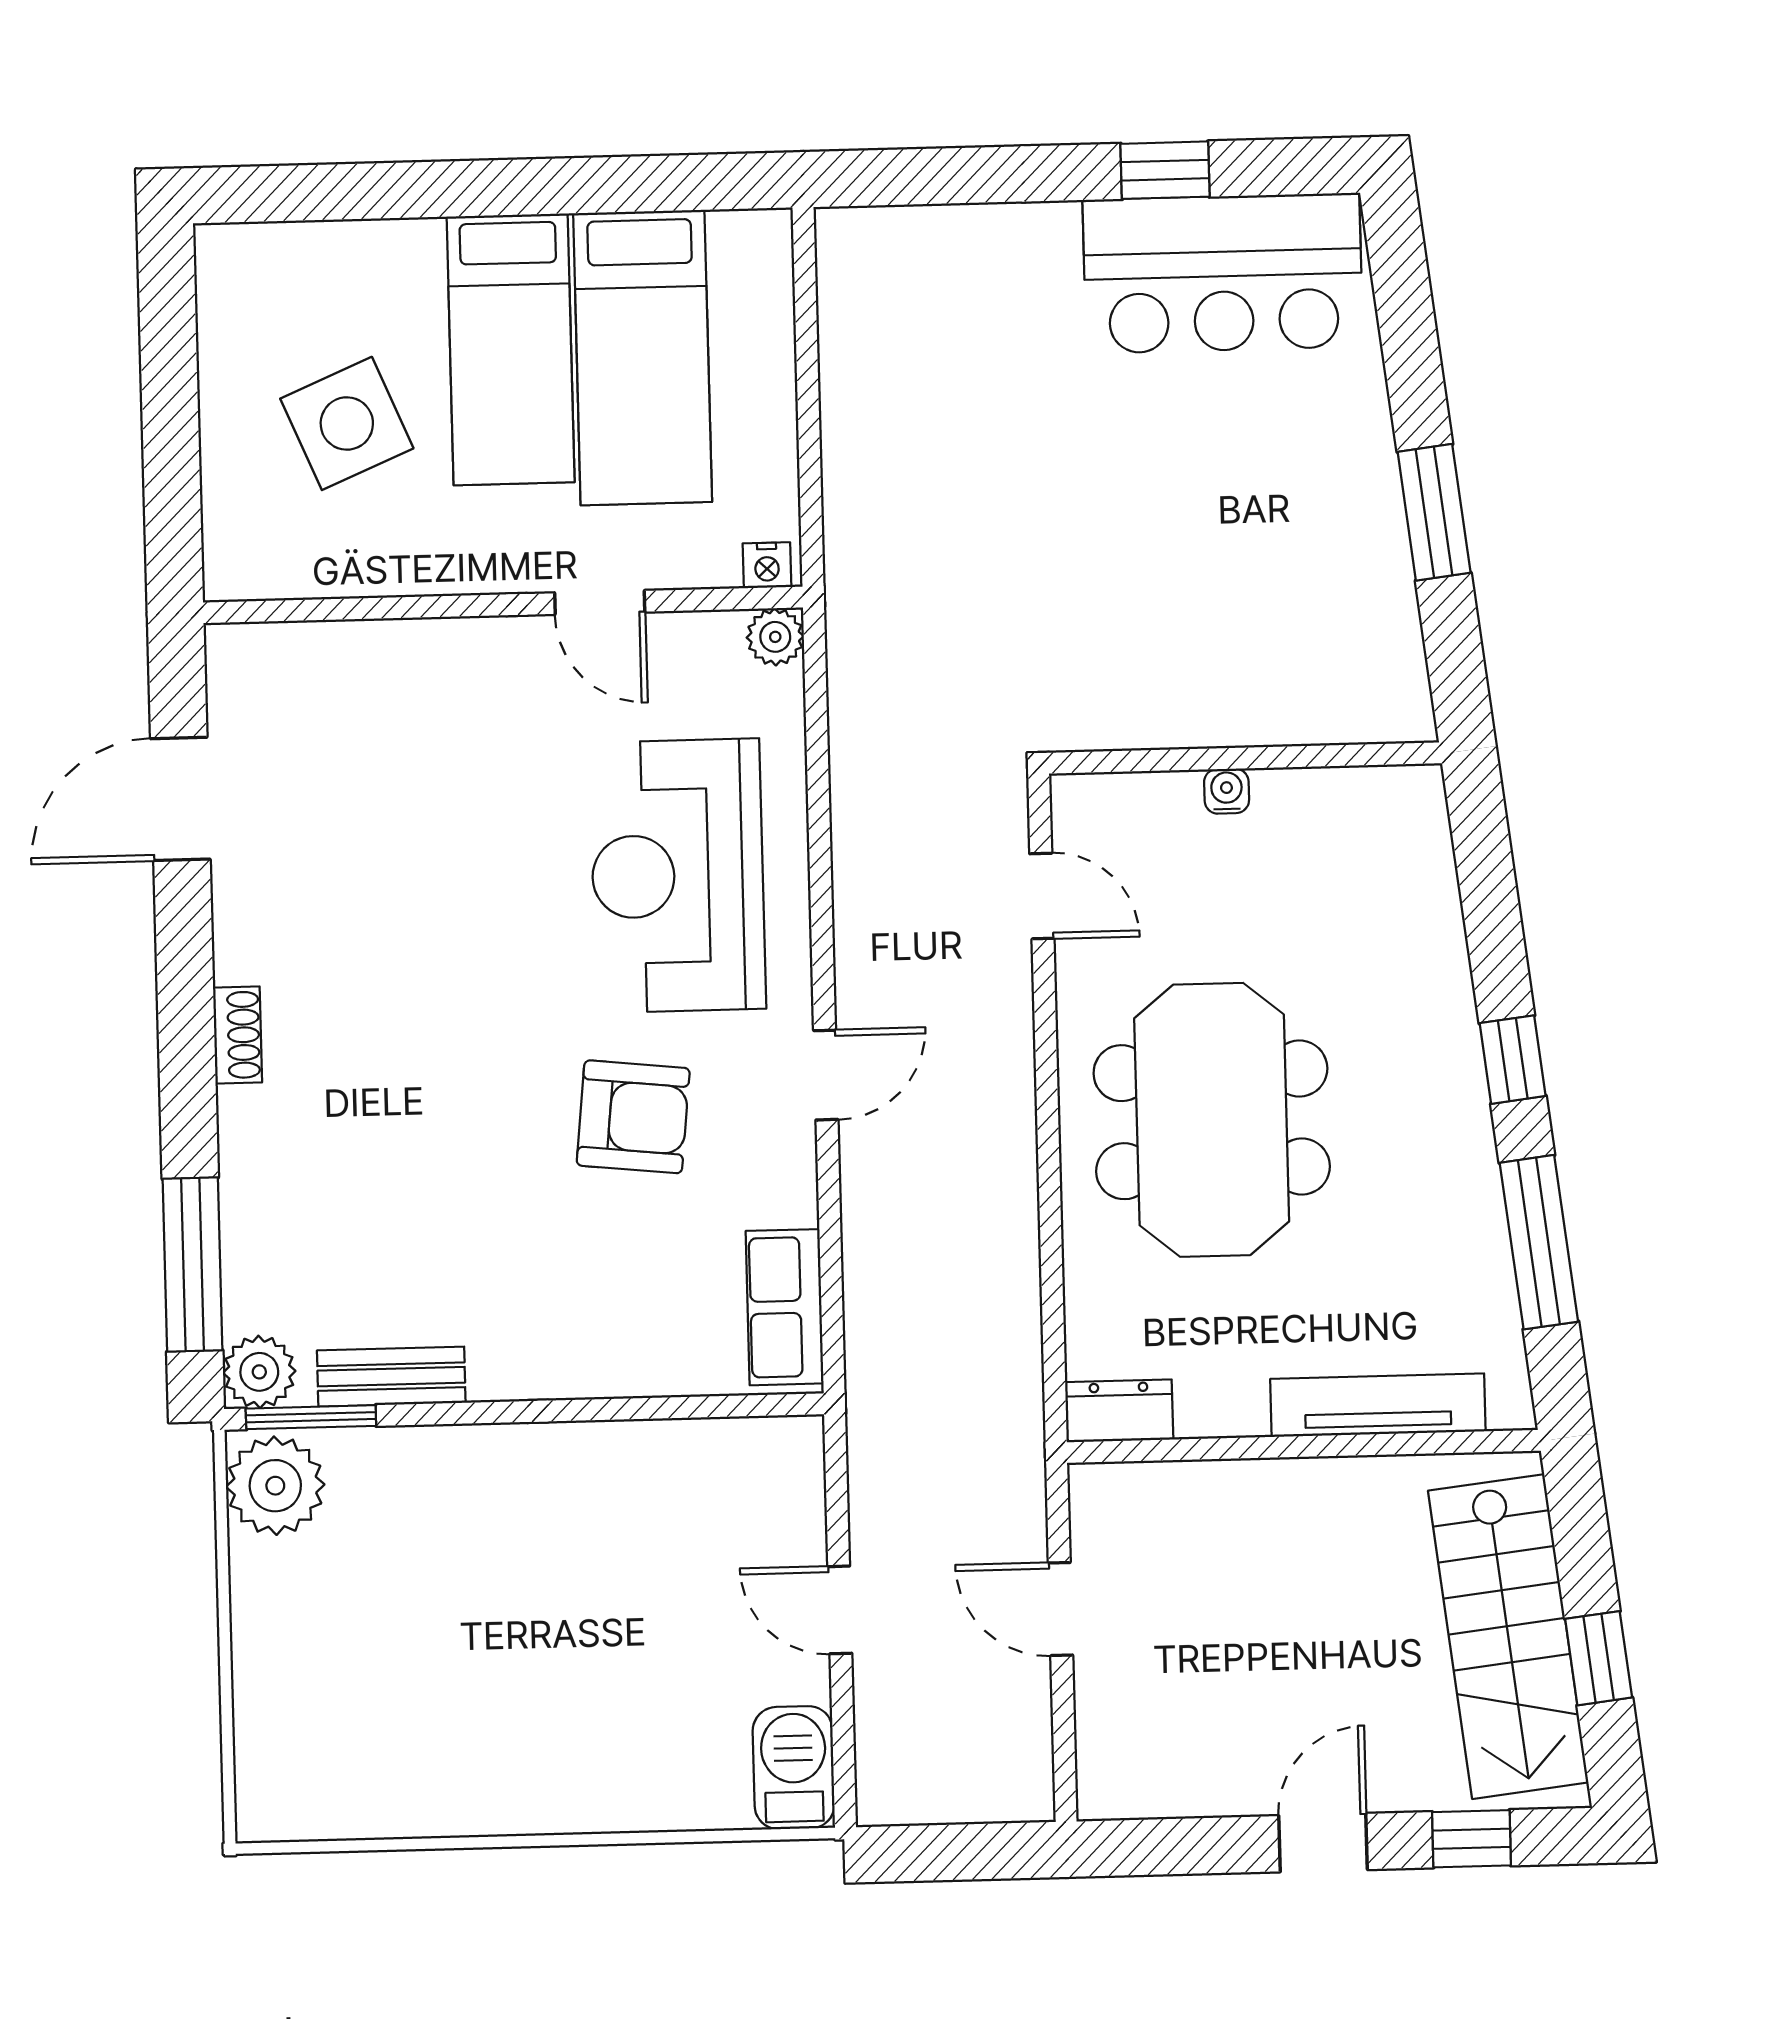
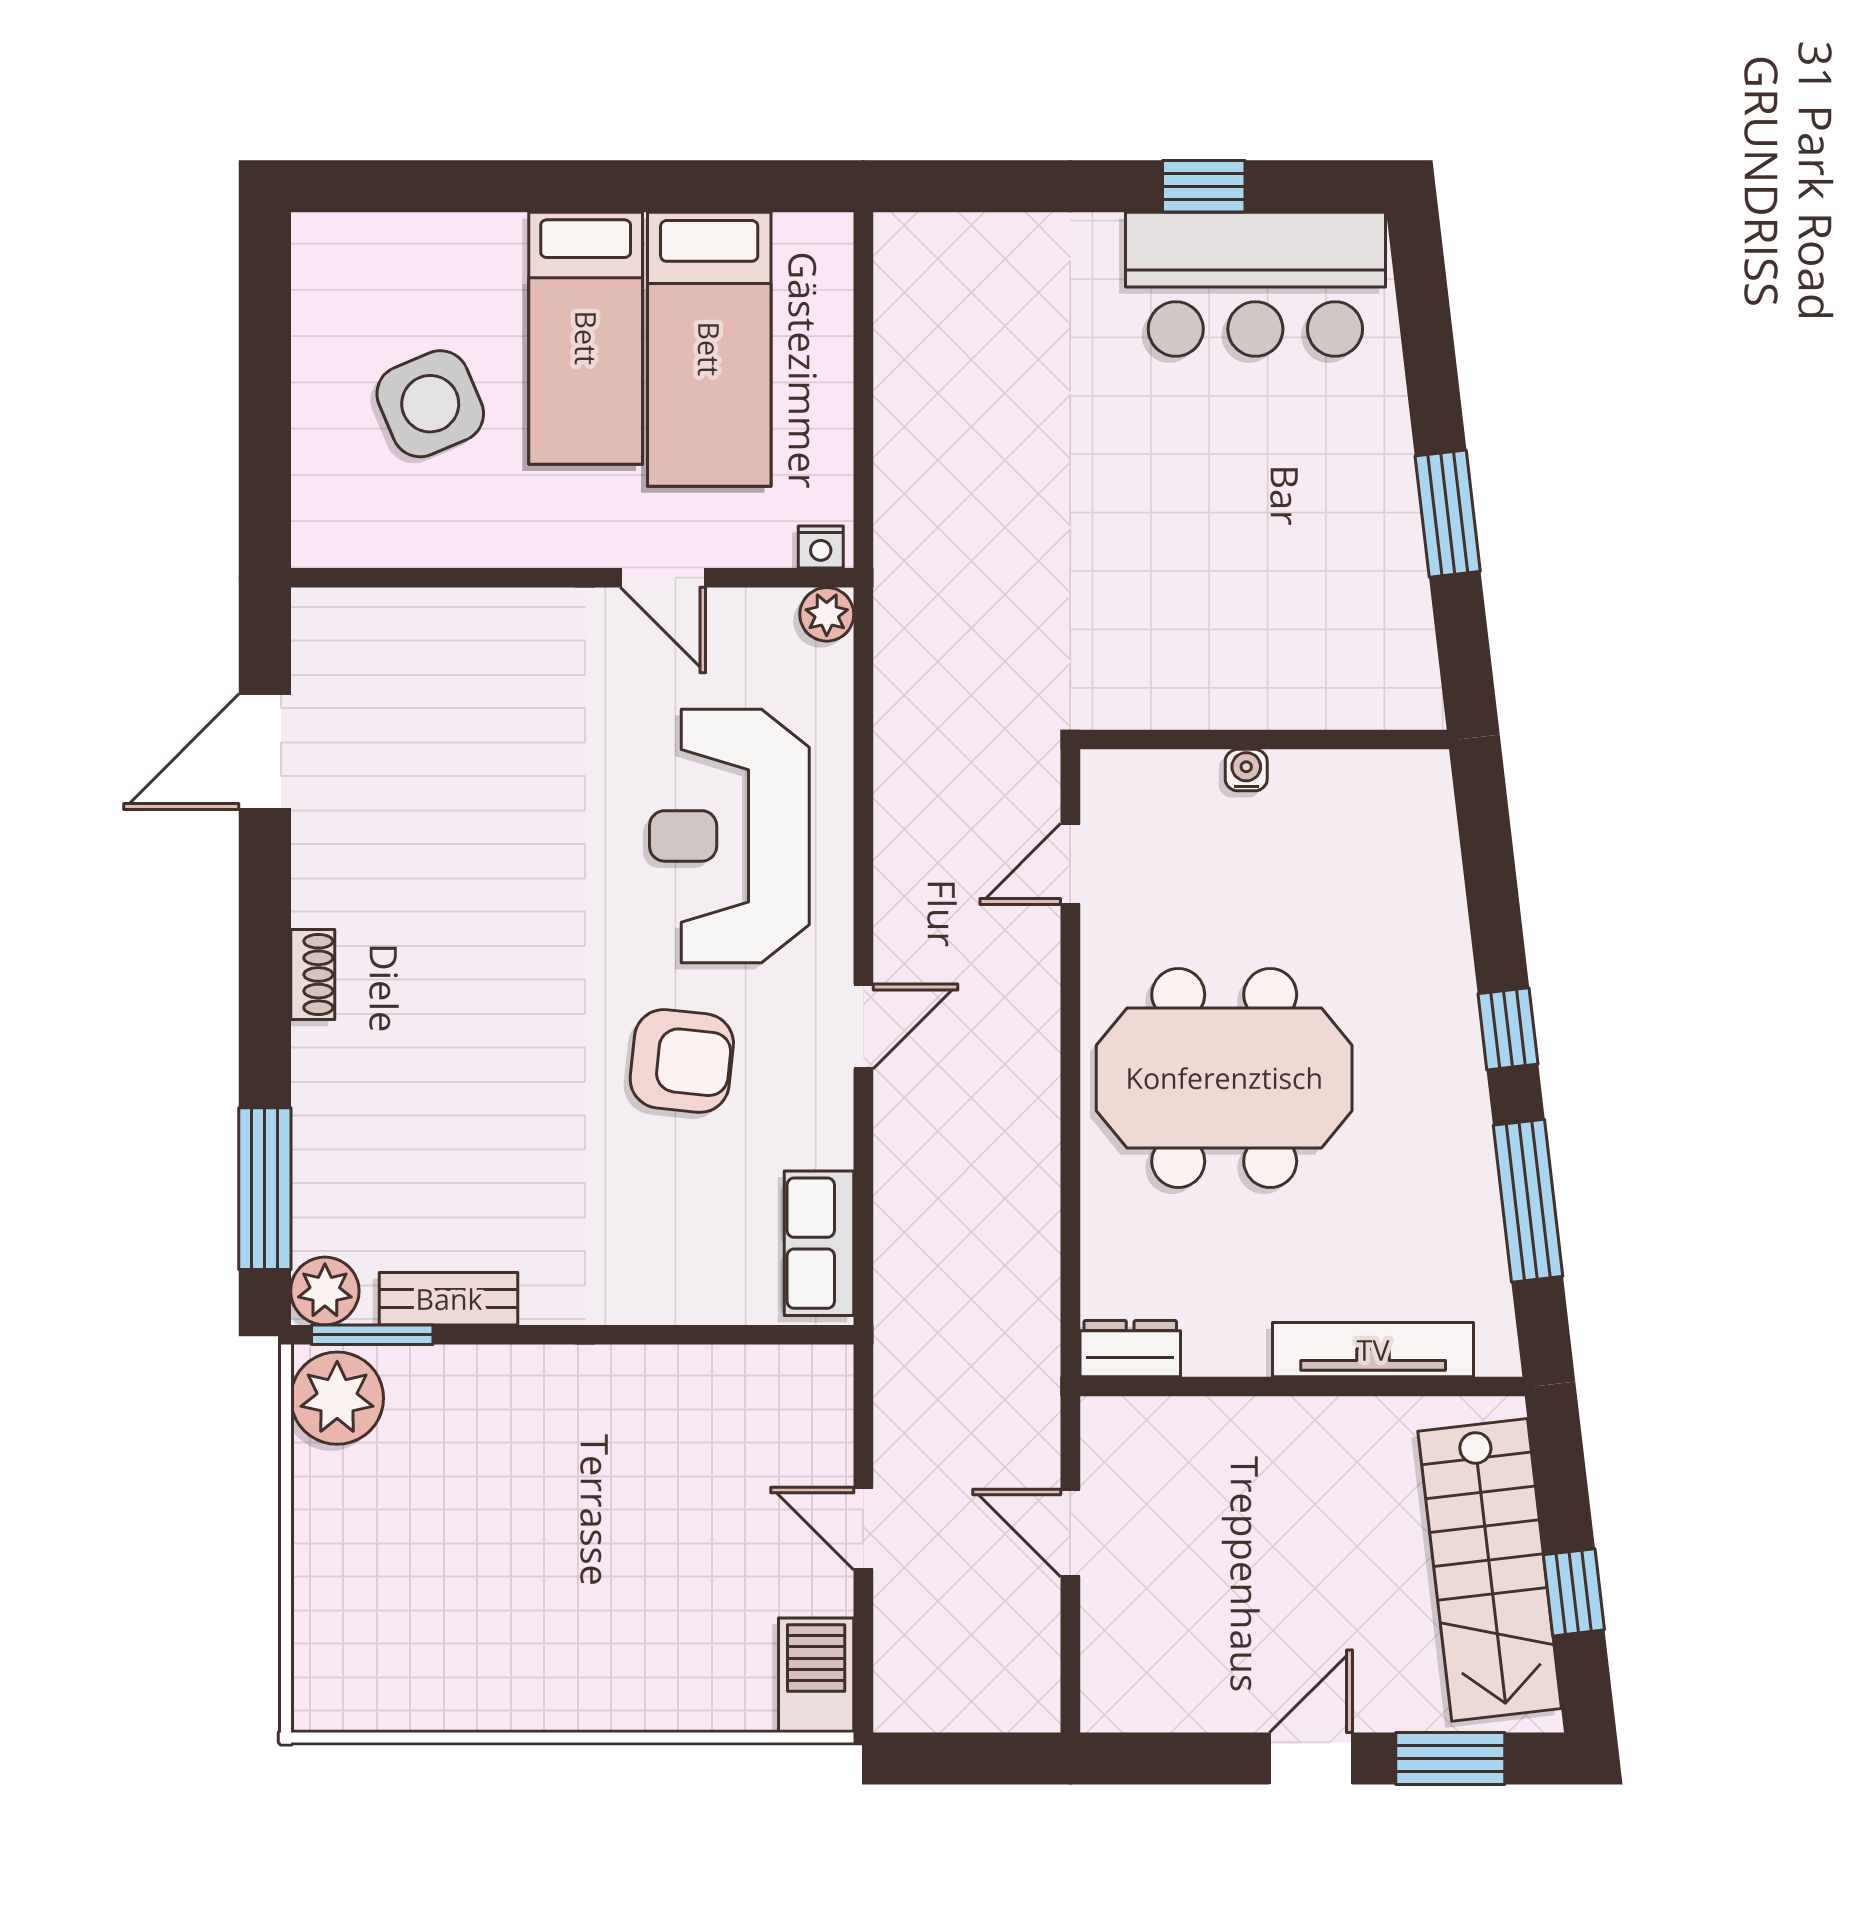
door: (1042, 896) -> (1070, 864), swing flipped
meeting table: (1212, 1120) -> (1224, 1078), turned 90
window: (1471, 1839) -> (1450, 1759), width x1.50

